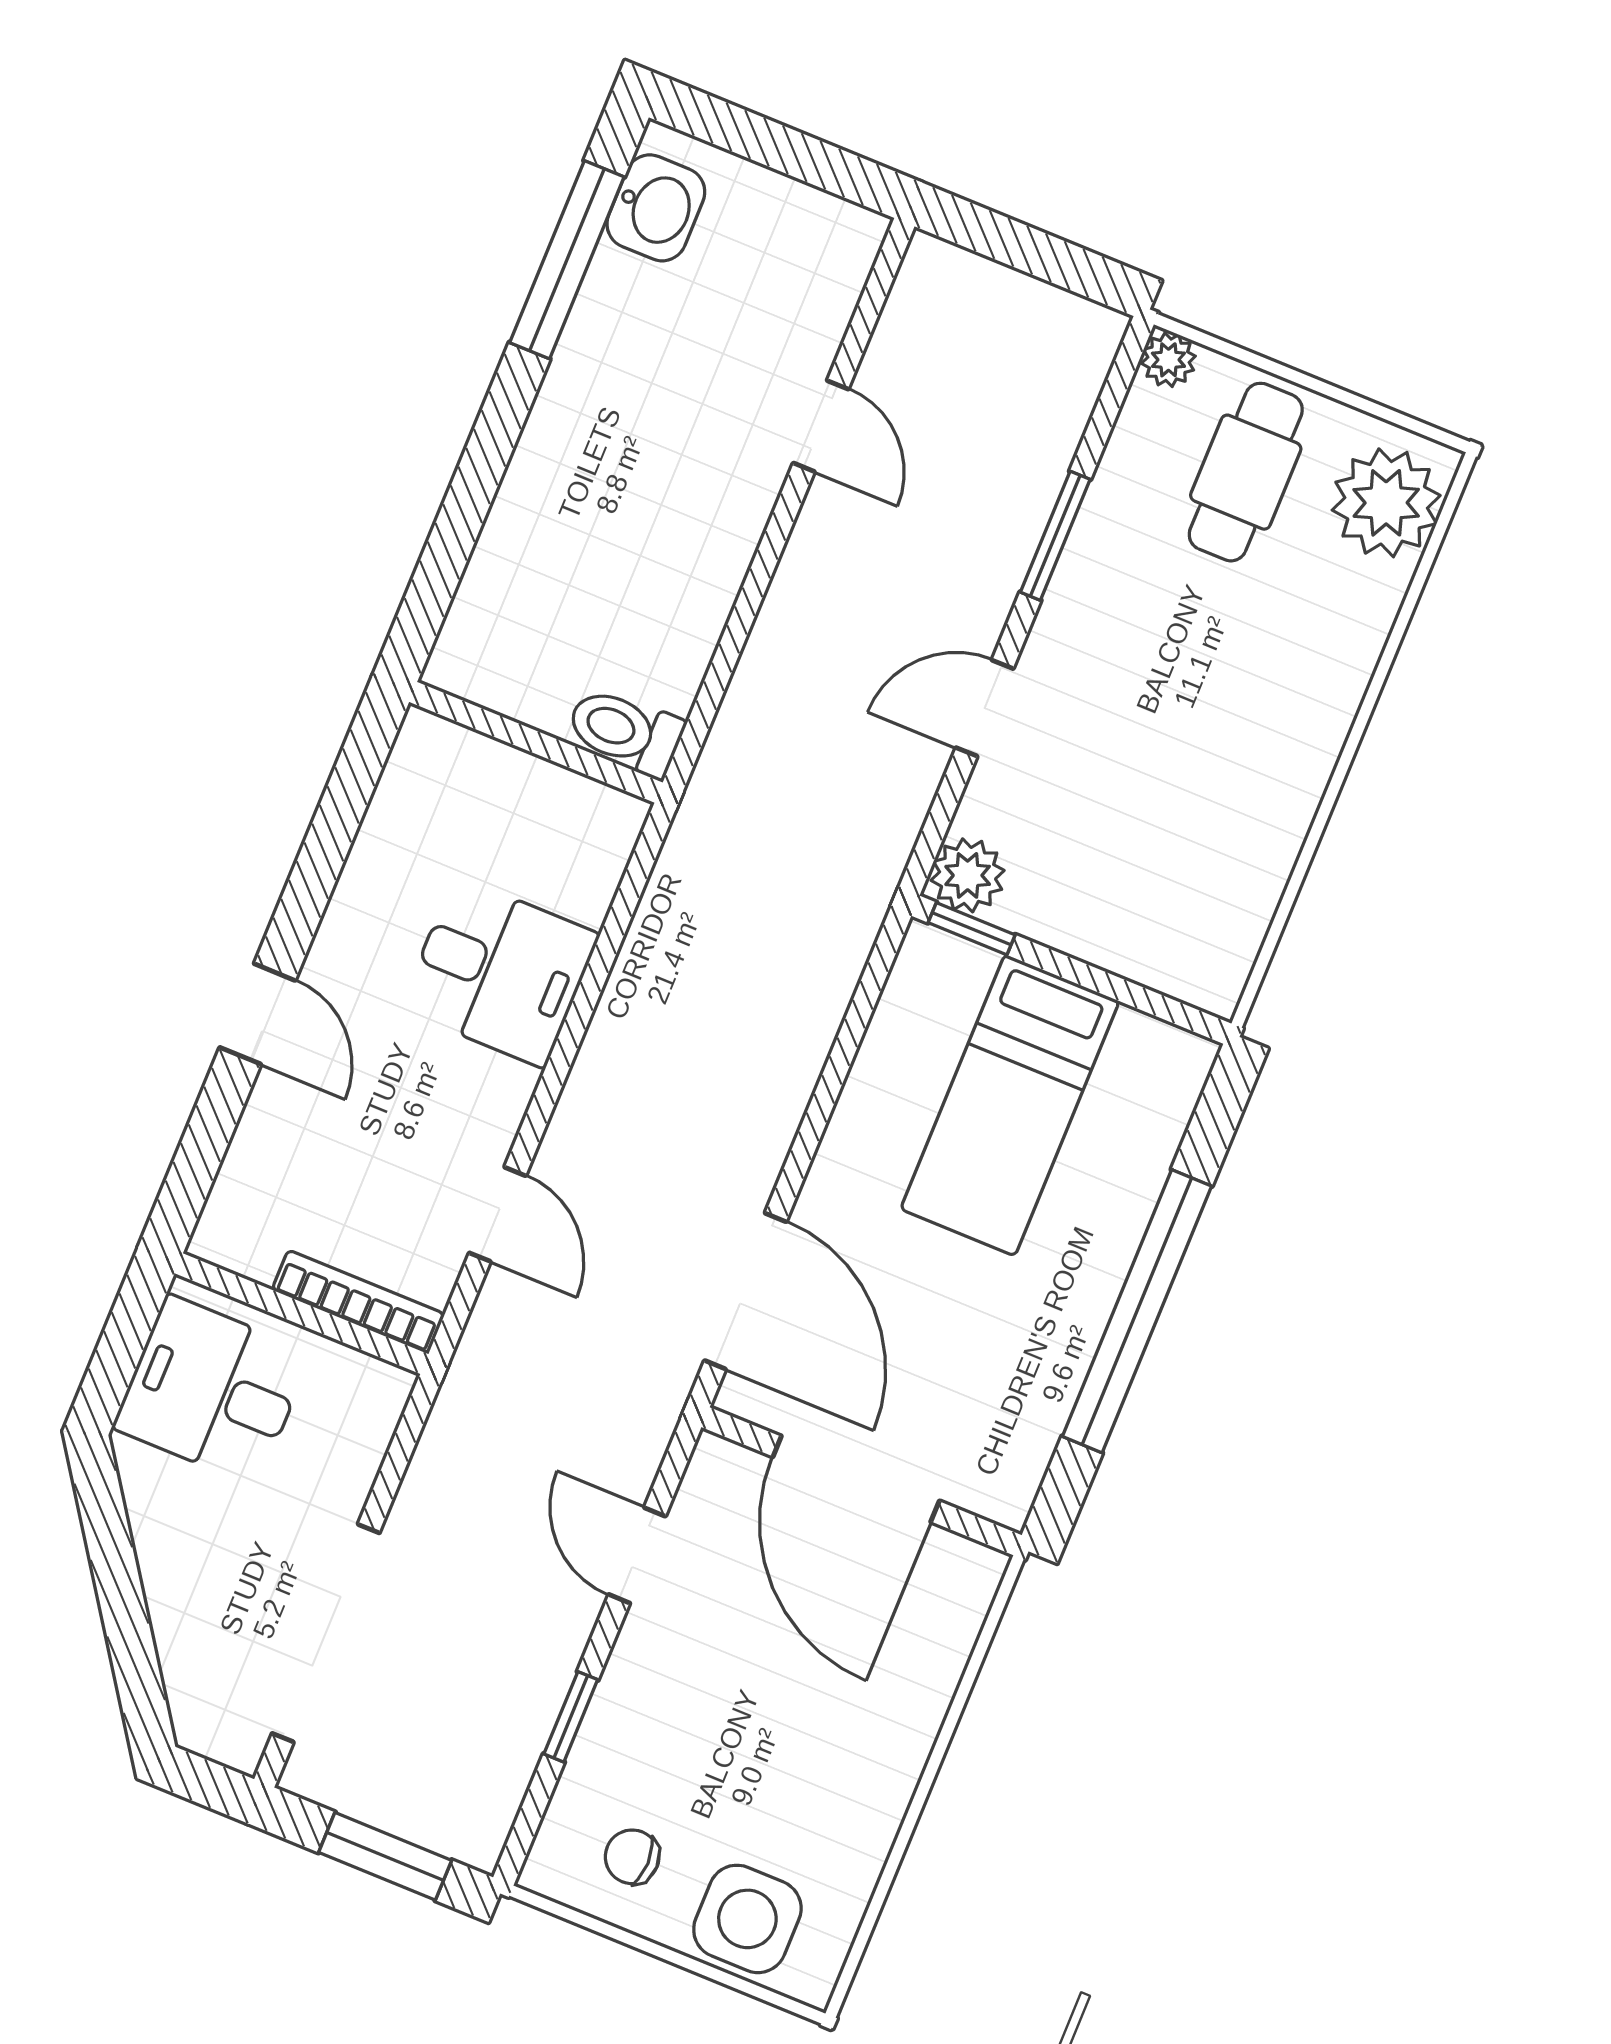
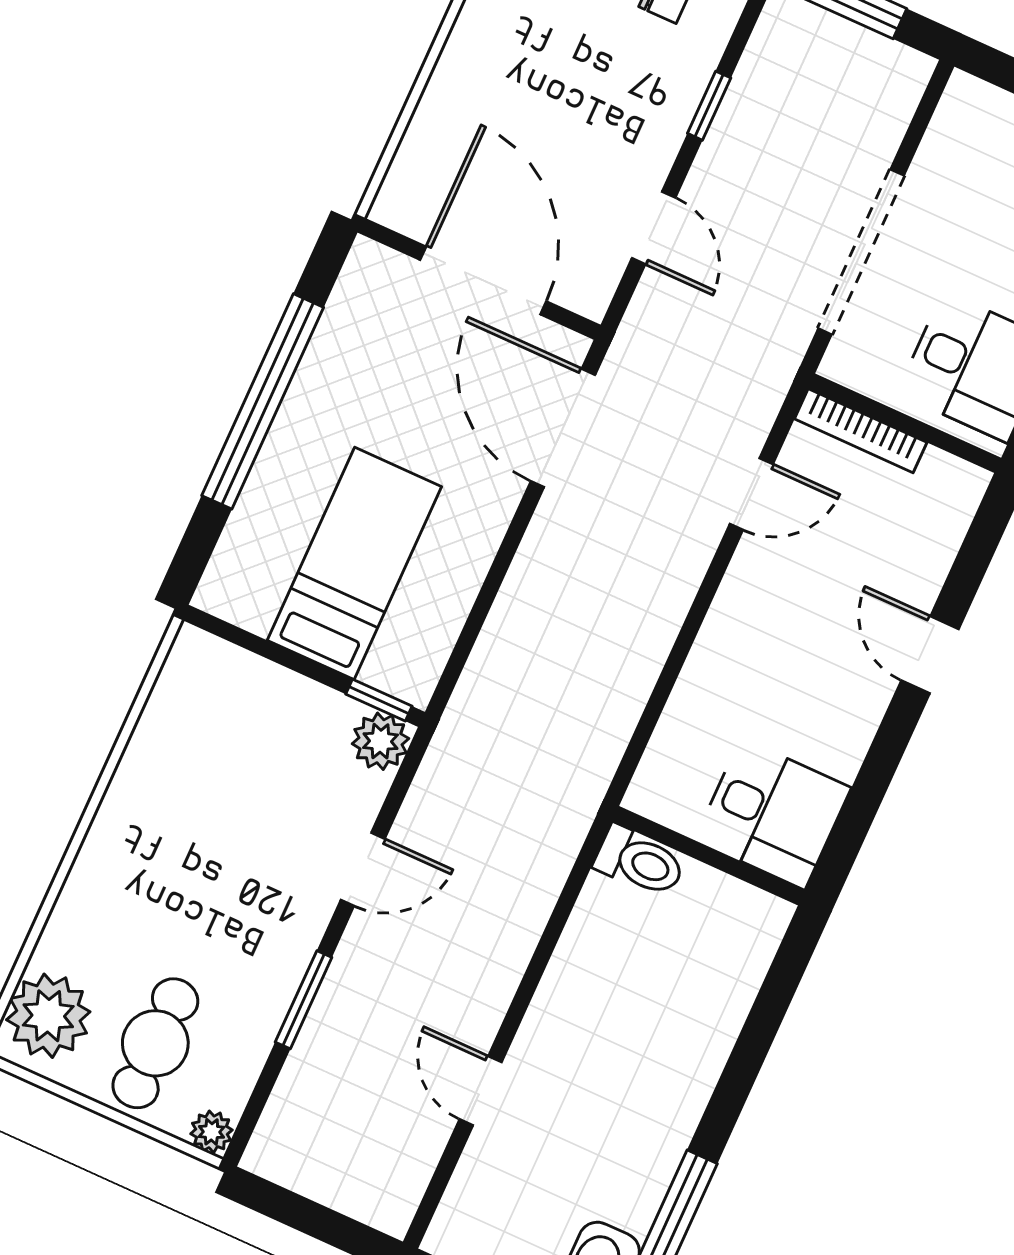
desk: (500, 972) -> (773, 814), moved, turned 180
door: (498, 1214) -> (751, 494), swing flipped
doorway: (326, 1633) -> (861, 252), moved

